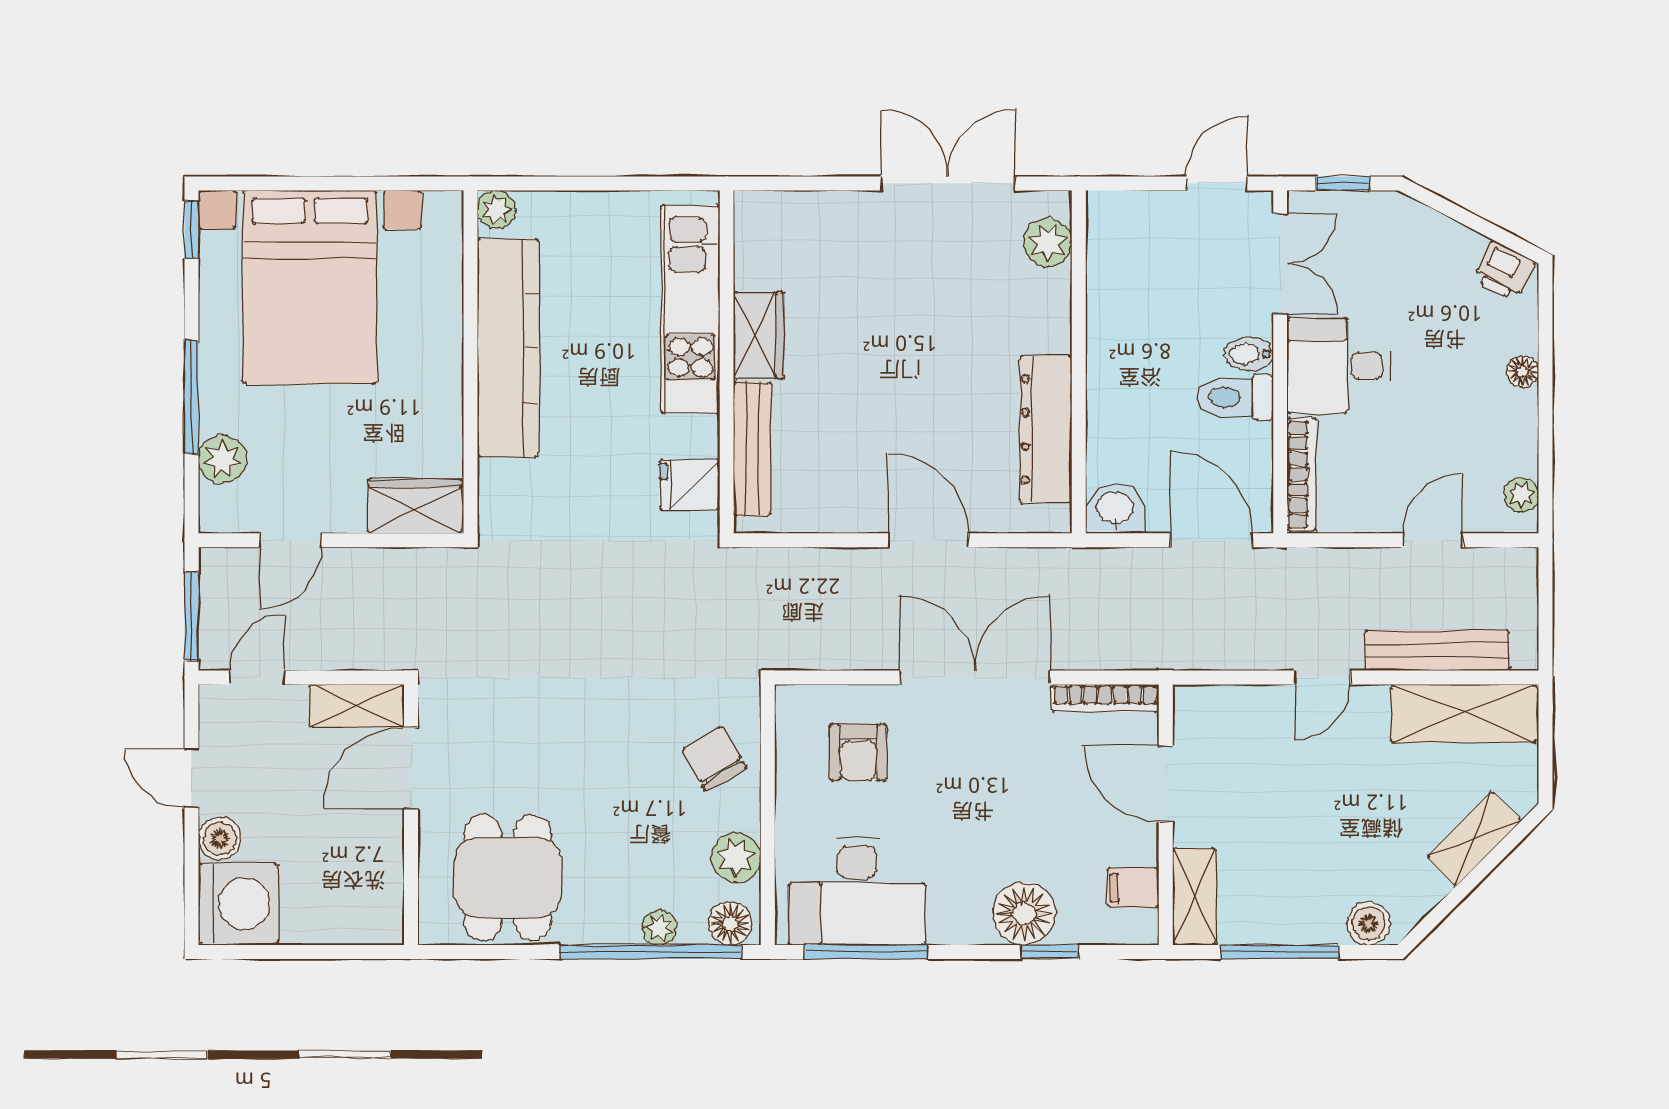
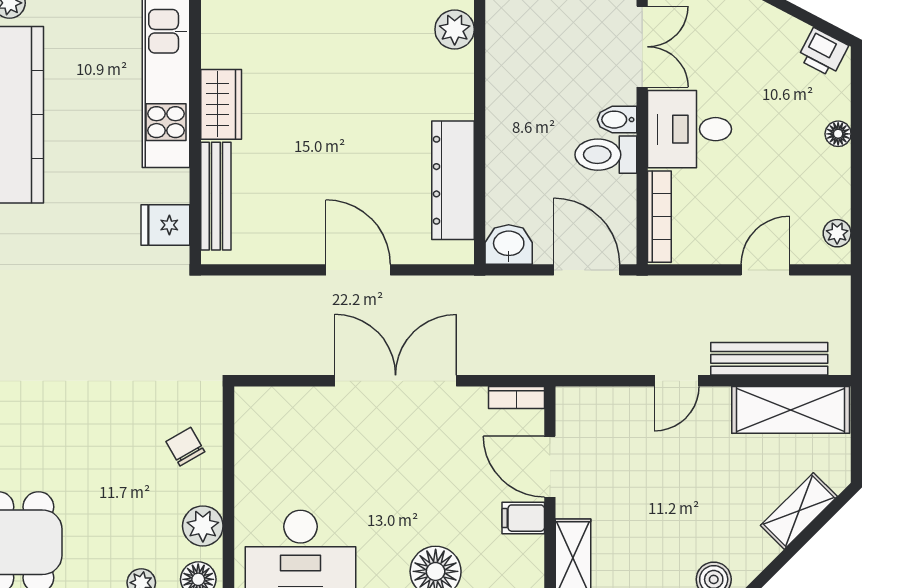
bookcase: (1105, 698) -> (516, 397), width x0.64
armchair: (858, 752) -> (301, 441), removed
chair: (714, 759) -> (185, 447), width x0.73, depth x0.73
filing cabinet: (1133, 888) -> (523, 518), moved

